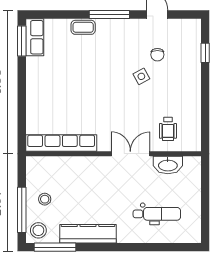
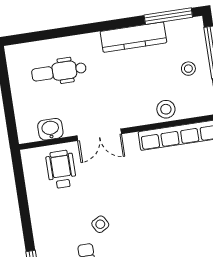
wheelchair: (168, 129) -> (61, 169), width x1.36, depth x1.37
washbasin: (168, 165) -> (50, 129), width x0.72
stool: (38, 230) -> (166, 109), moved

